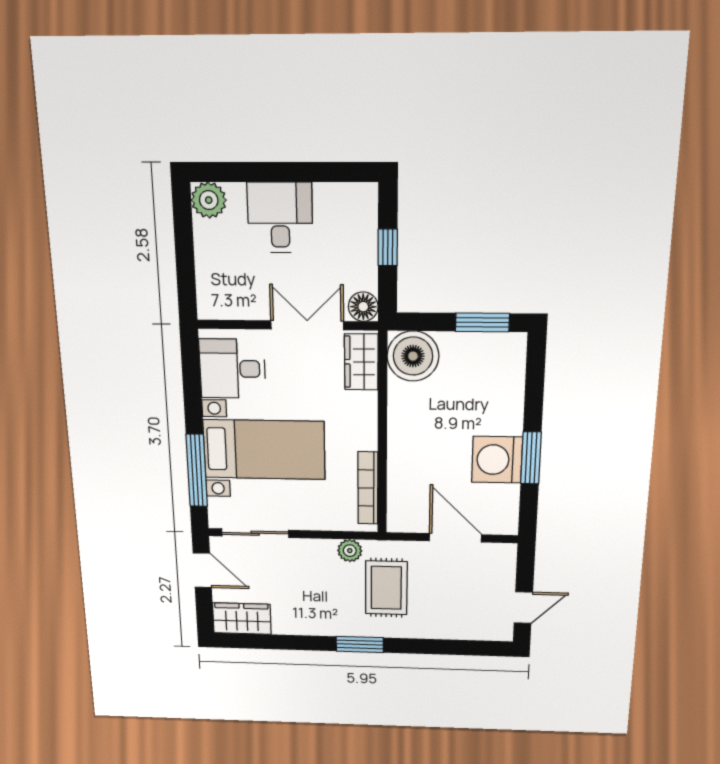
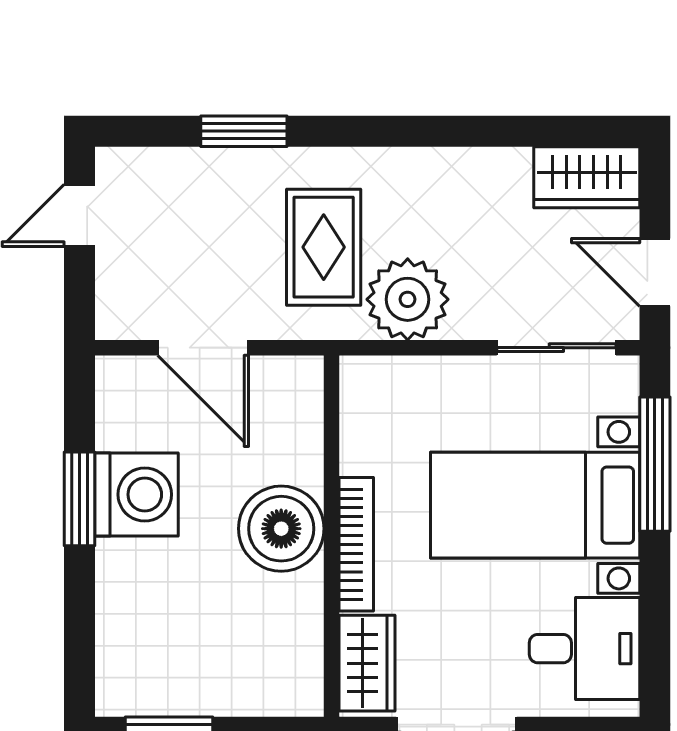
boiler: (413, 356) -> (281, 529), moved
bookcase: (368, 488) -> (356, 544), moved
plant: (350, 551) -> (408, 299), width x1.88, depth x1.88
window: (360, 644) -> (244, 131), moved

